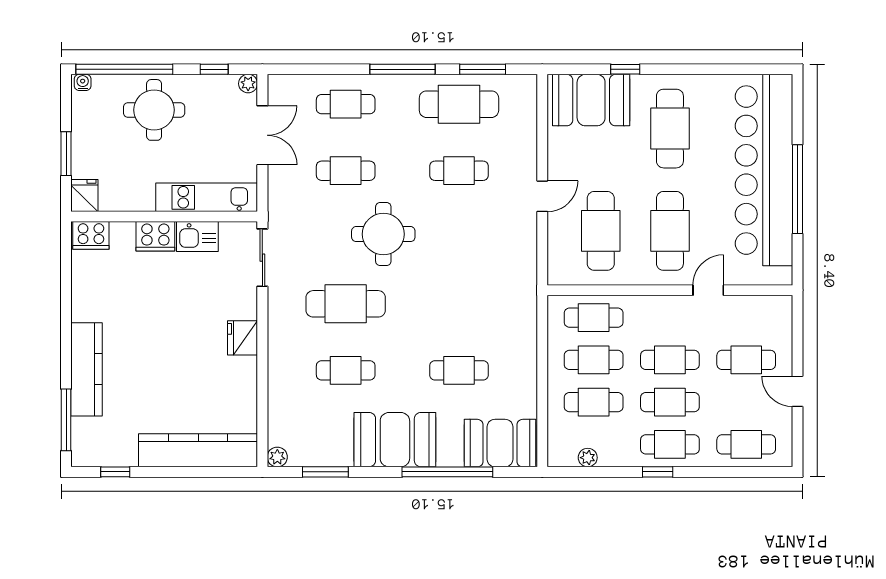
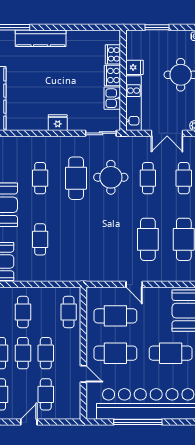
cafe table: (459, 171) -> (148, 239), width x1.37, depth x1.35
fridge: (84, 196) -> (134, 67), moved
round table: (383, 234) -> (111, 177), moved
cooker: (91, 235) -> (113, 54), moved
cafe table: (594, 360) -> (46, 312), removed

